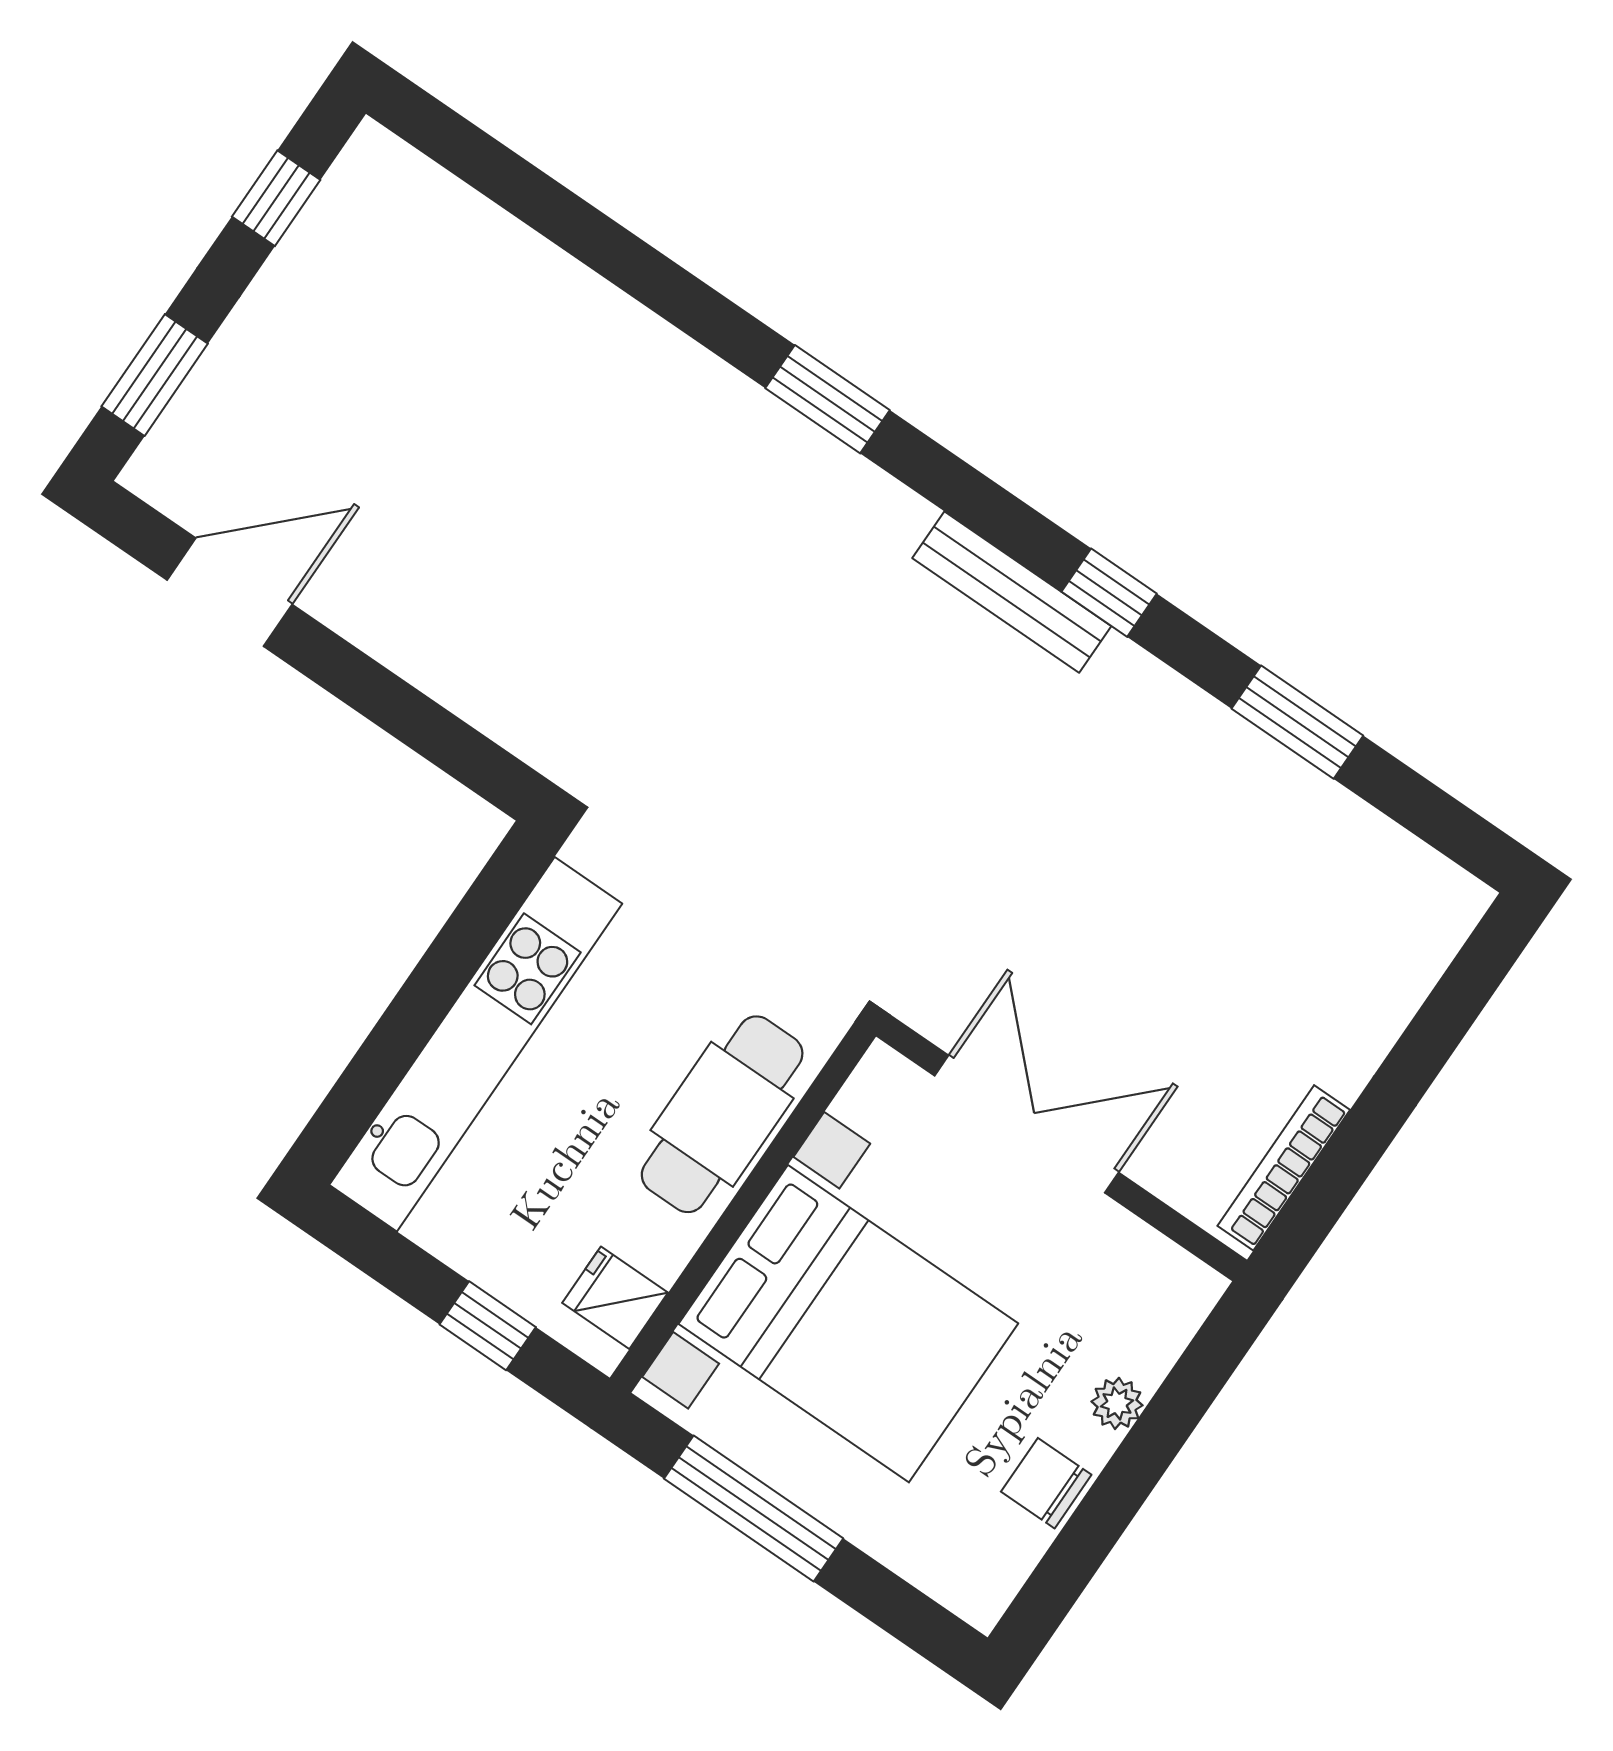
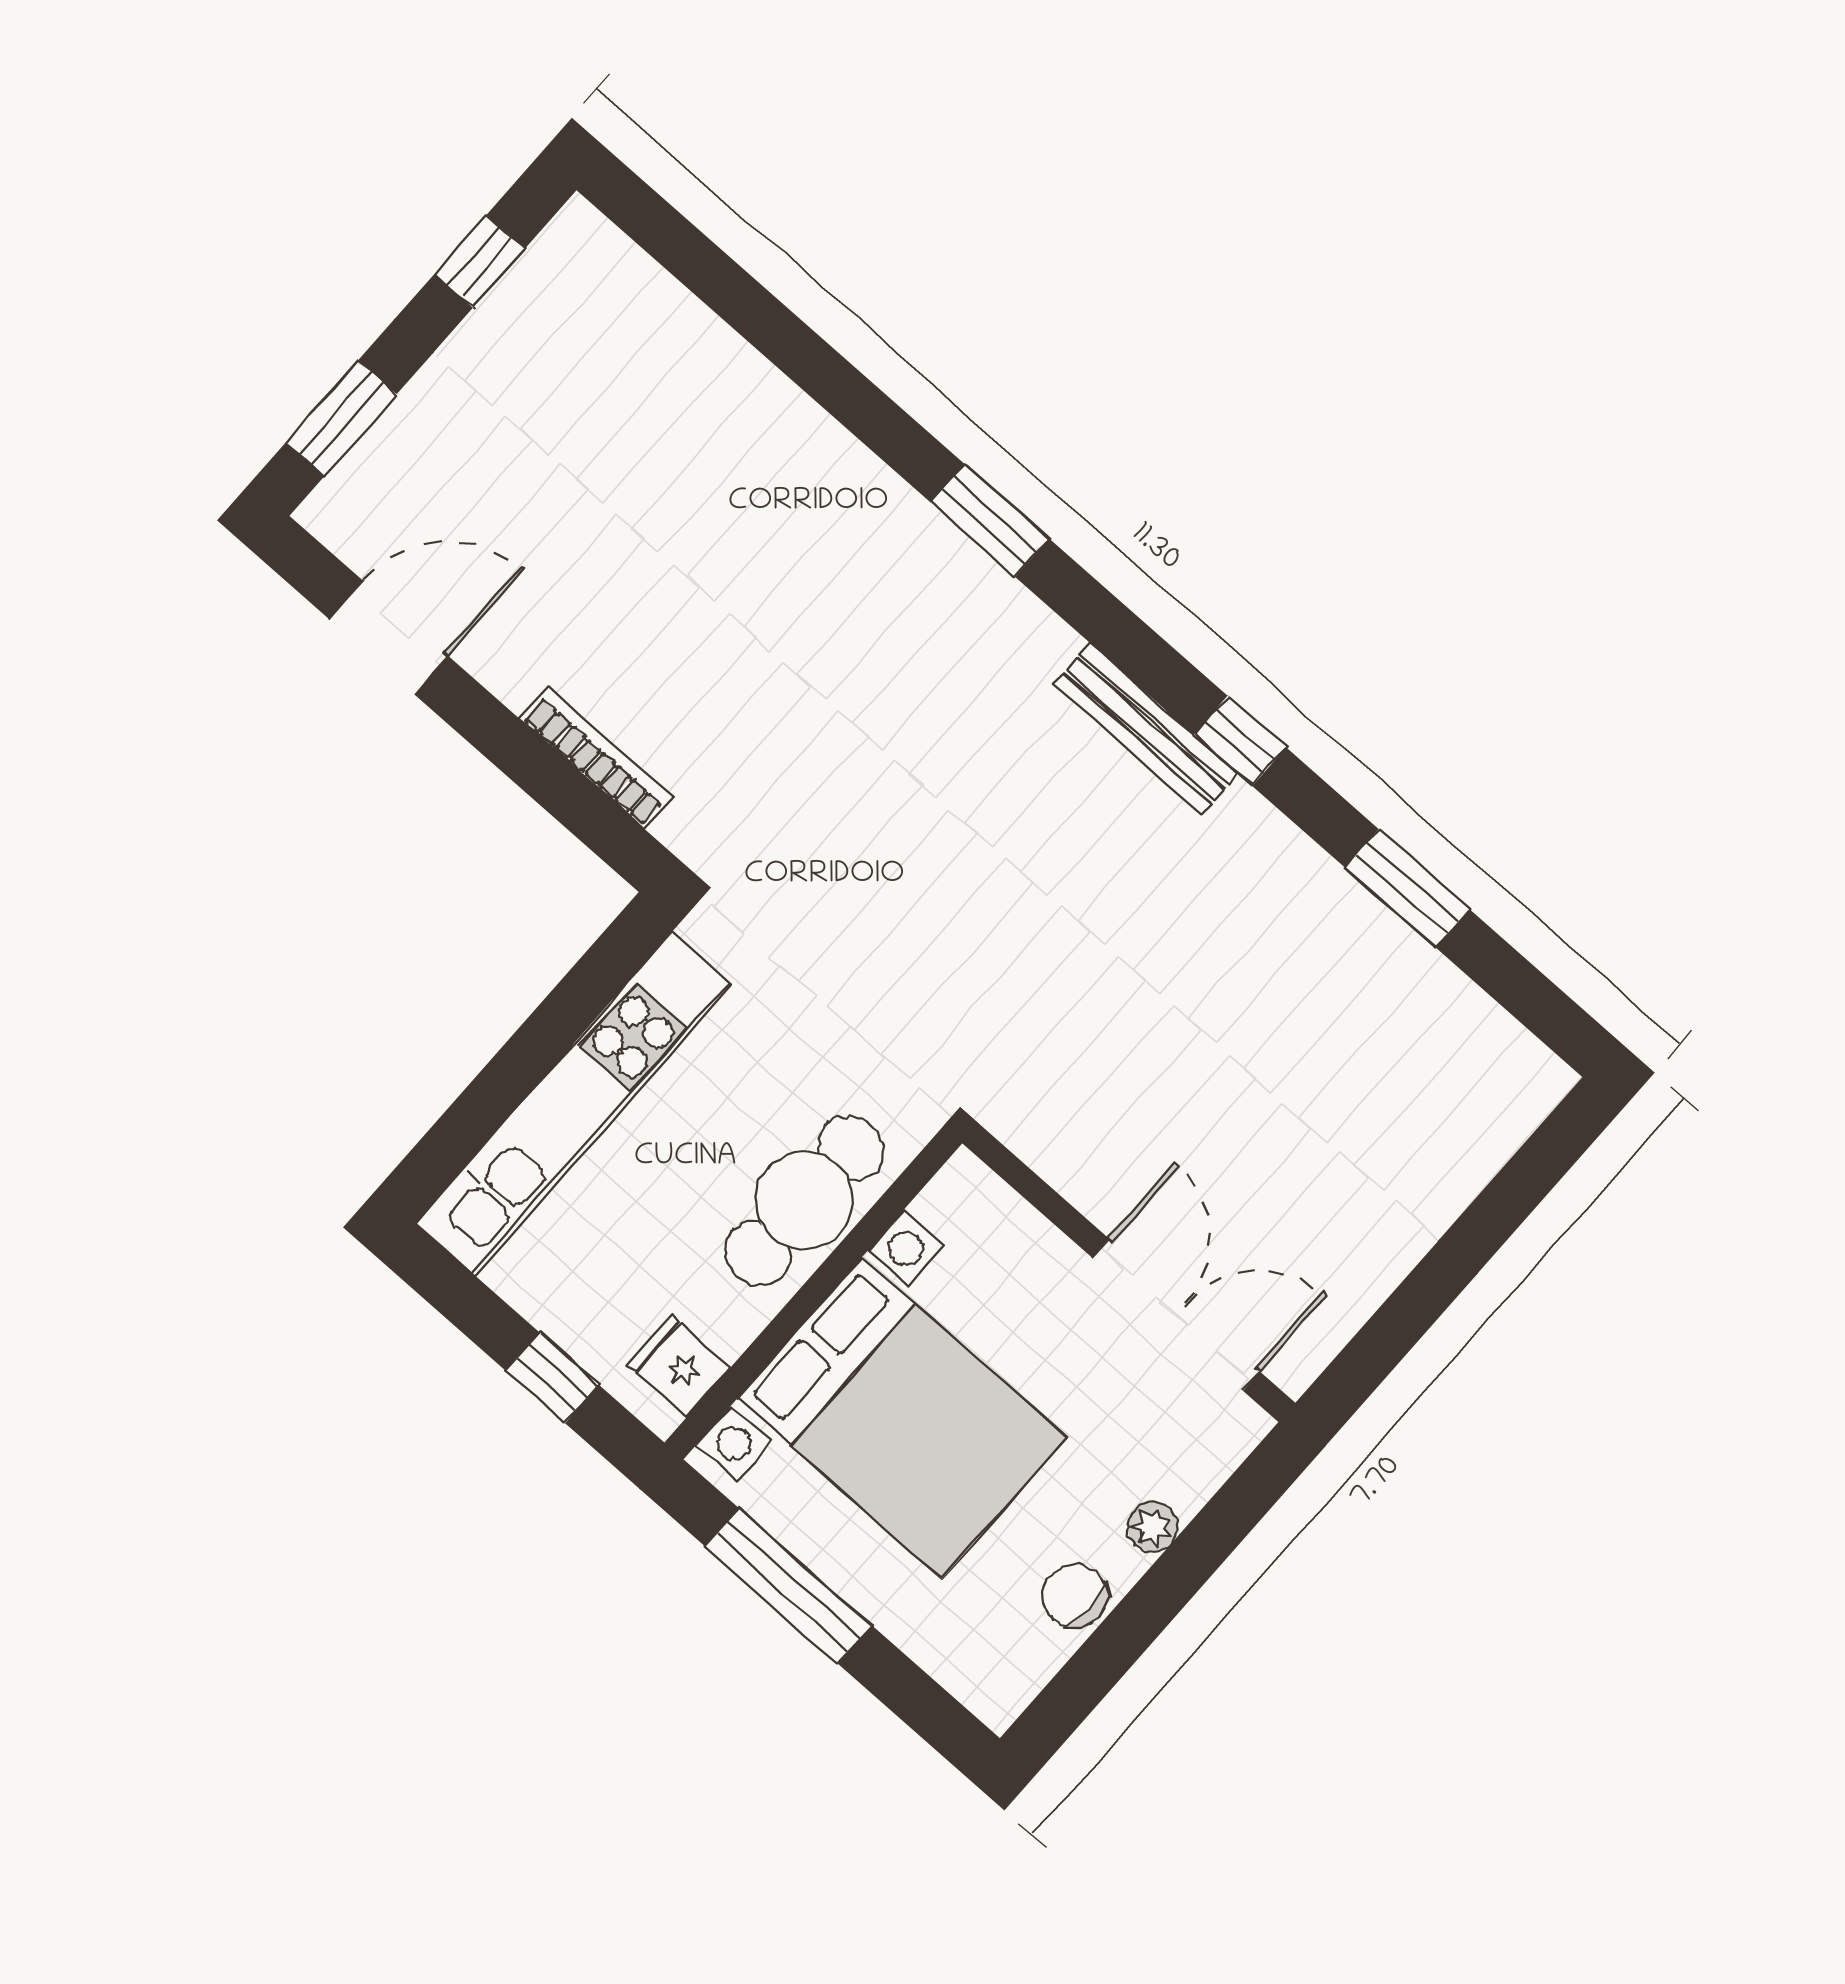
double door: (1027, 1124) -> (1176, 1315), moved
bookcase: (1284, 1168) -> (596, 758), moved, turned 90

